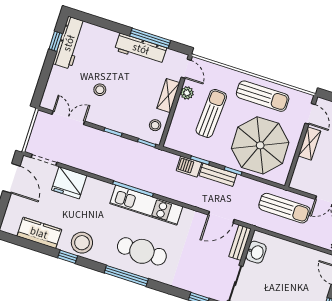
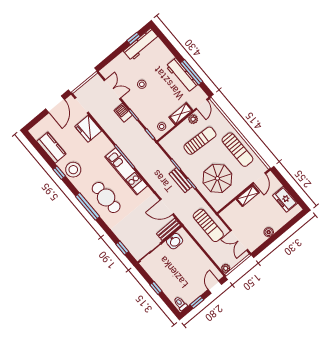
parasol: (260, 145) -> (217, 178), width x0.73, depth x0.73
barbecue: (189, 167) -> (123, 113), moved

